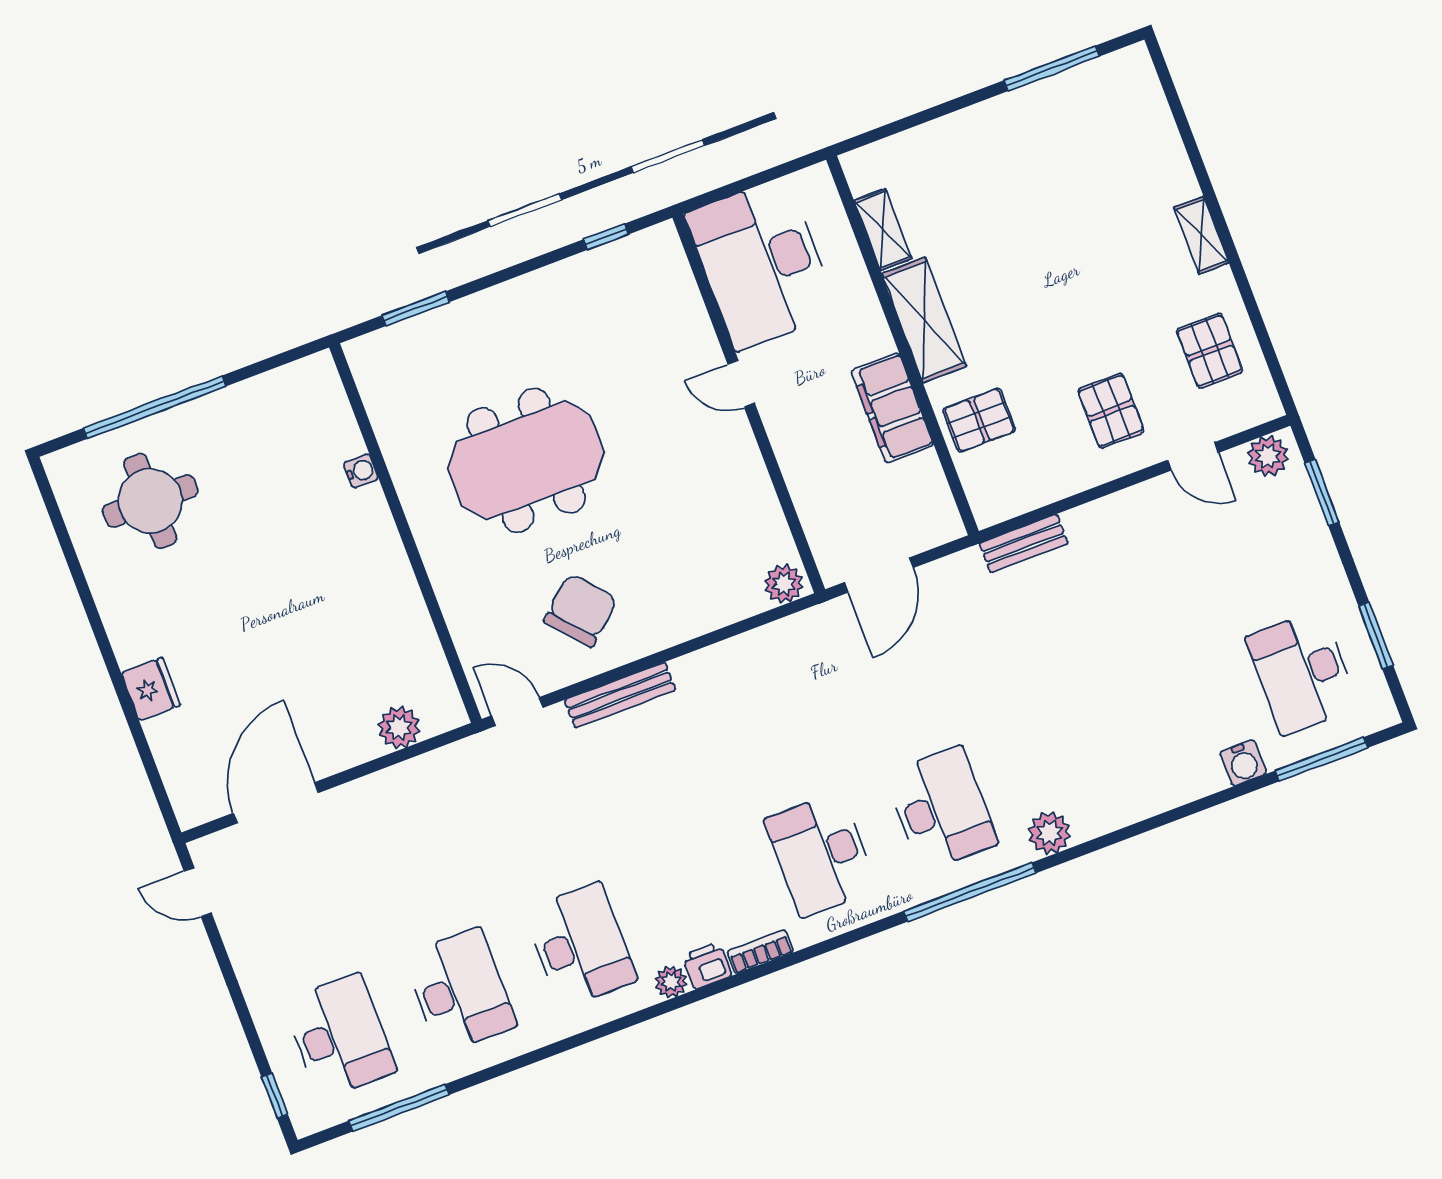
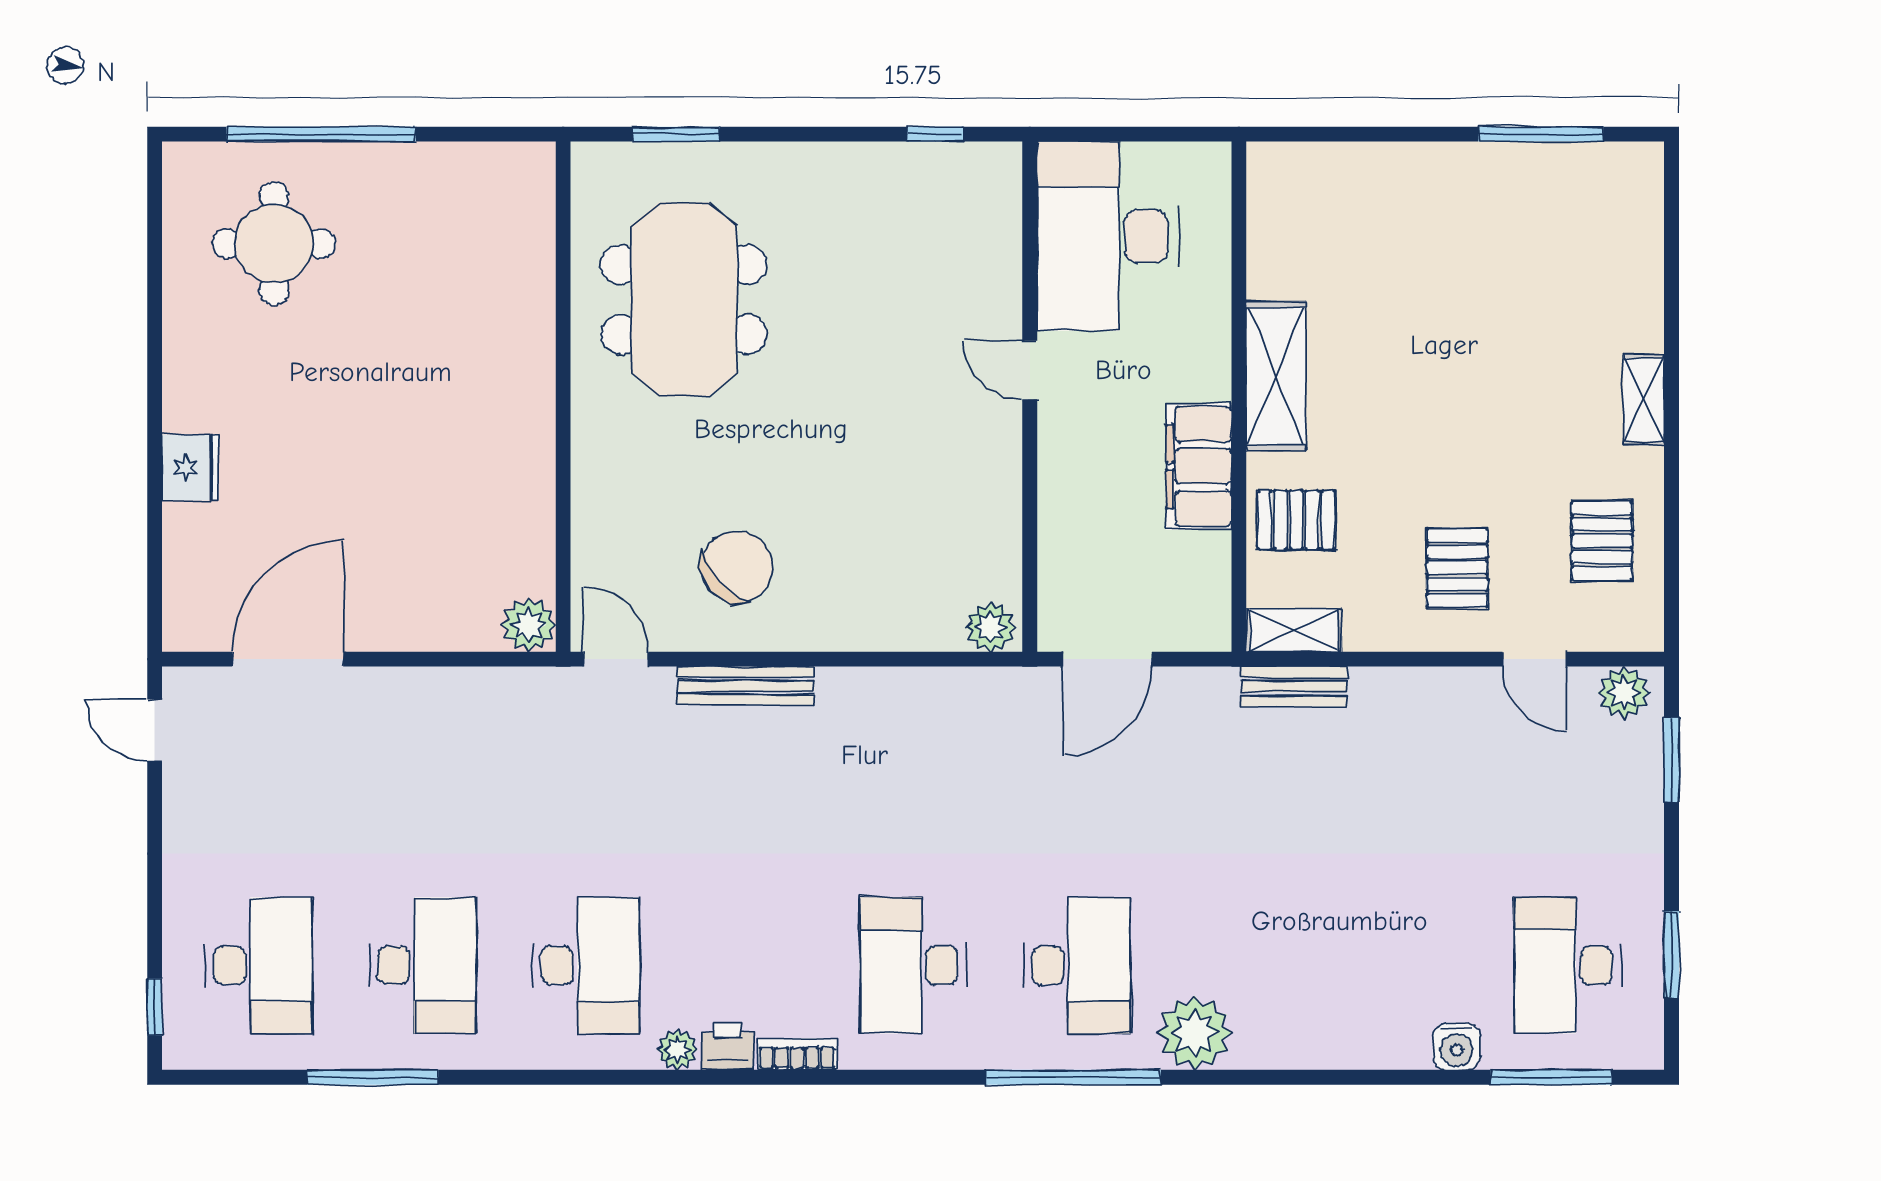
shelving: (883, 230) -> (1294, 630), moved, turned 90
meeting table: (526, 460) -> (684, 299), moved, turned 90
water cooler: (361, 471) -> (538, 302), removed
plant: (399, 727) -> (529, 625), moved
plant: (1049, 833) -> (1195, 1033), width x1.36, depth x1.36
window: (399, 1108) -> (373, 1077), moved

